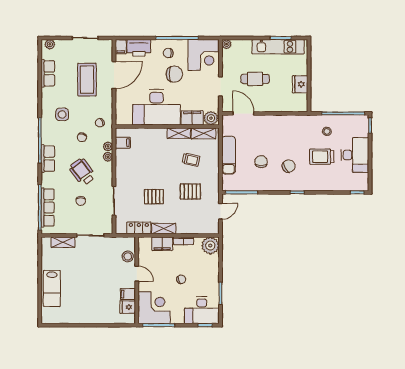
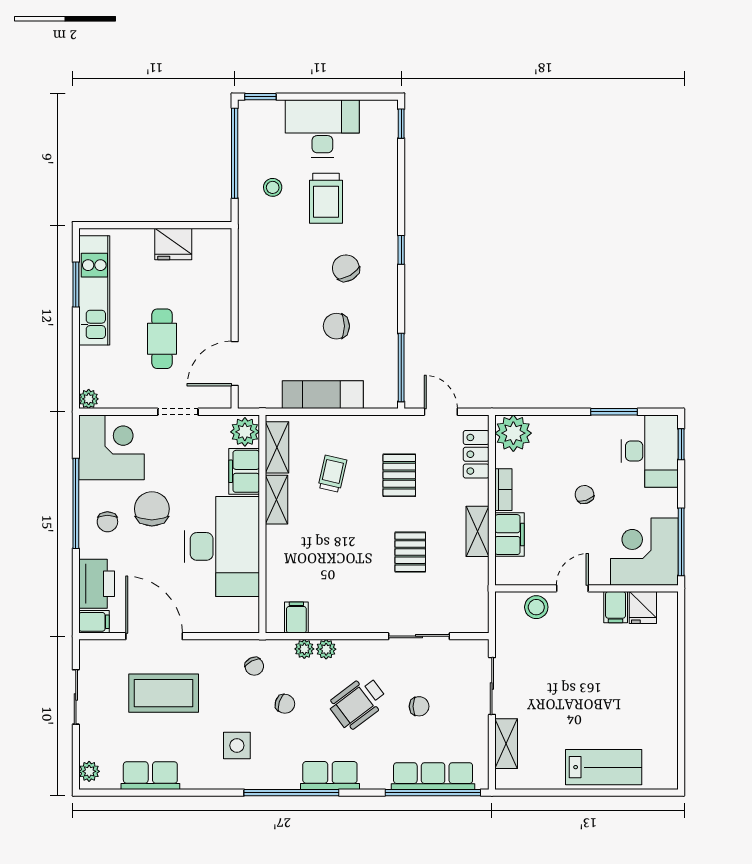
locker: (139, 228) -> (476, 454), moved

